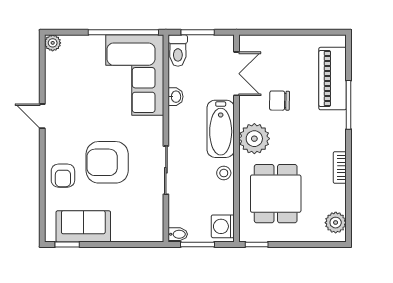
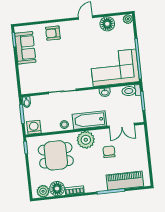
floor lamp: (57, 79) -> (107, 24), added
armchair: (107, 162) -> (63, 57), removed
floor lamp: (334, 198) -> (57, 189), added

